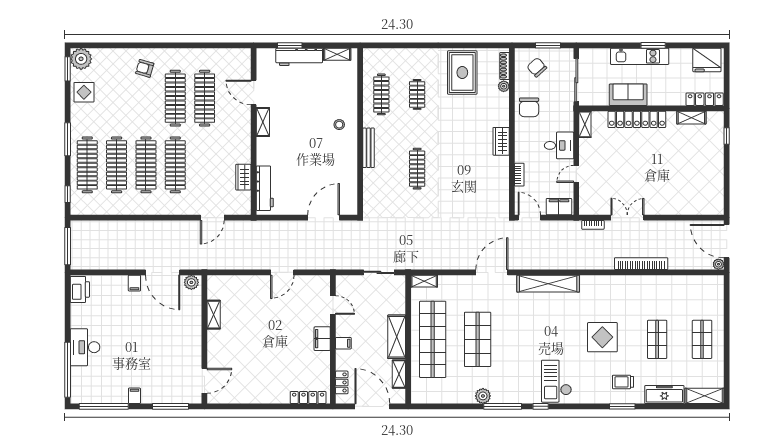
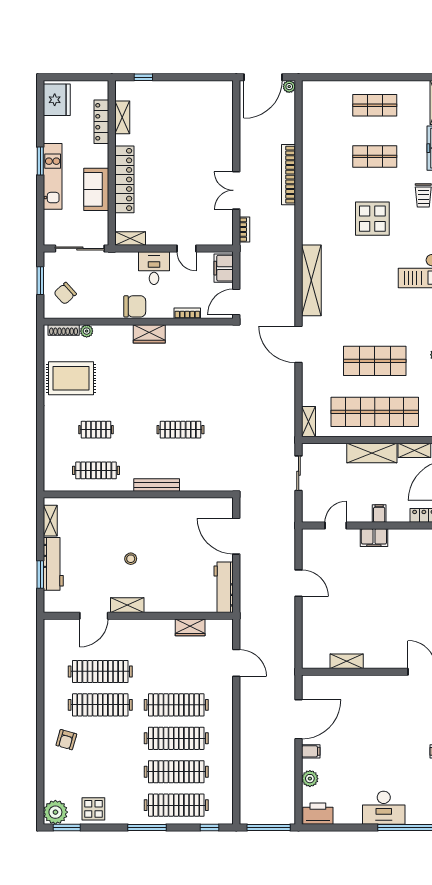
locker: (705, 99) -> (101, 122), moved
chair: (529, 107) -> (135, 306), moved
stool: (339, 125) -> (131, 559), moved
workbench: (265, 188) -> (224, 587), moved, turned -90
plant: (191, 282) -> (310, 779), moved

